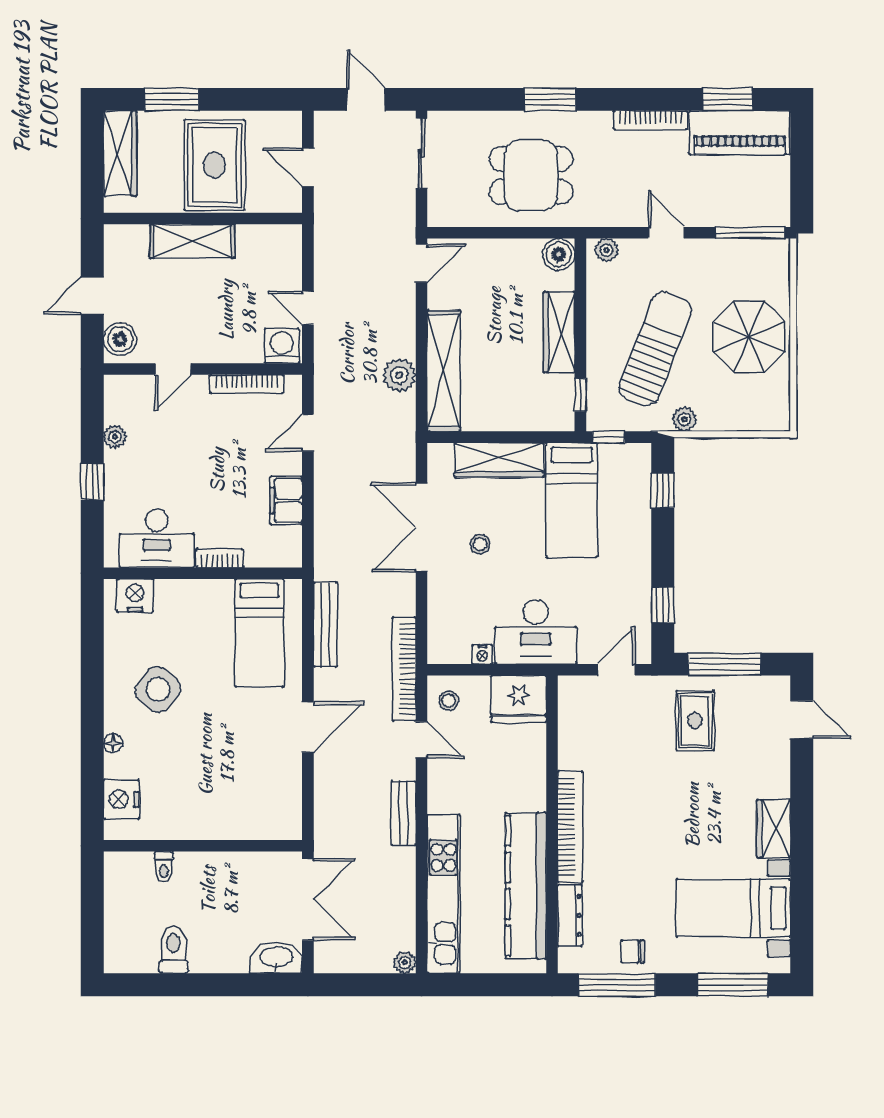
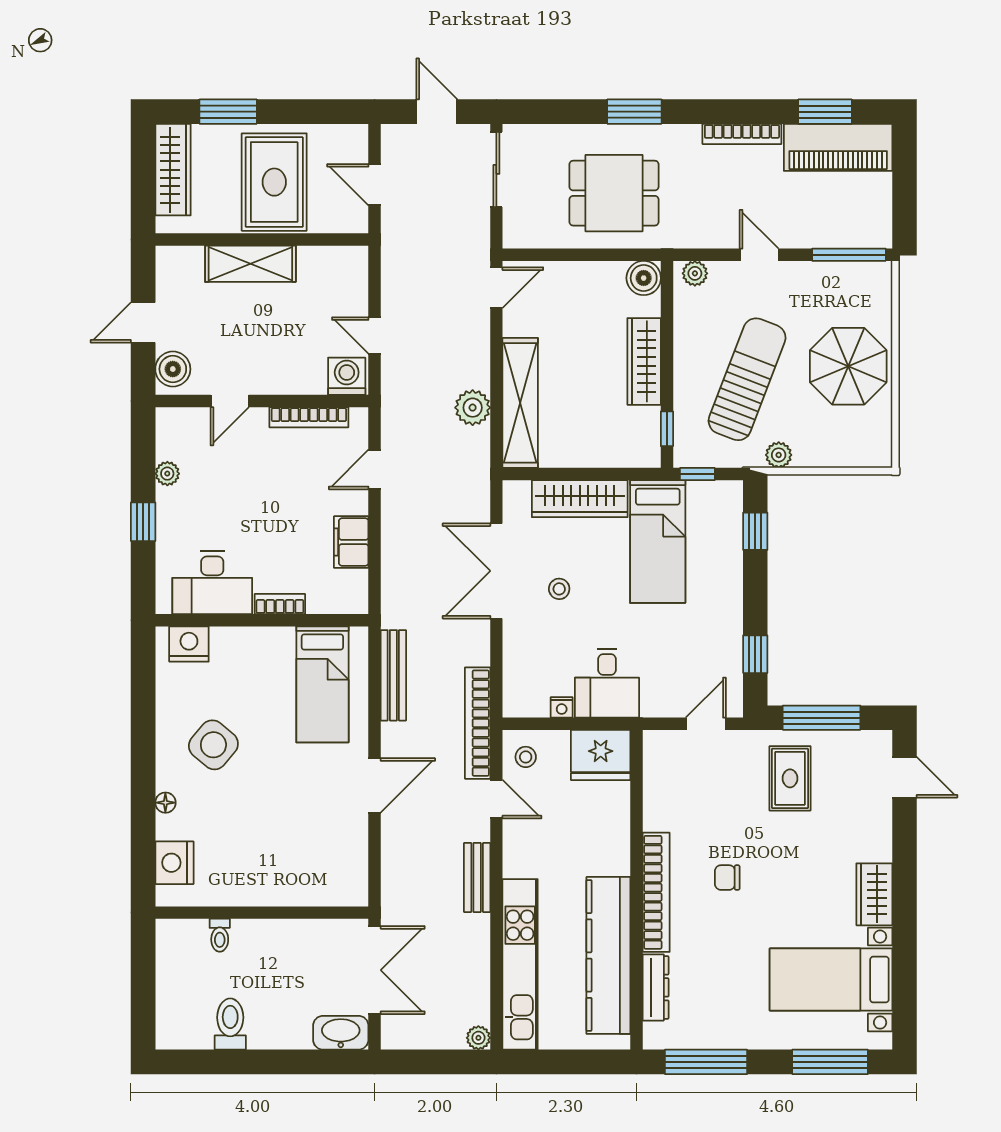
desk: (536, 632) -> (607, 683), width x0.73
chair: (633, 951) -> (727, 878), moved

